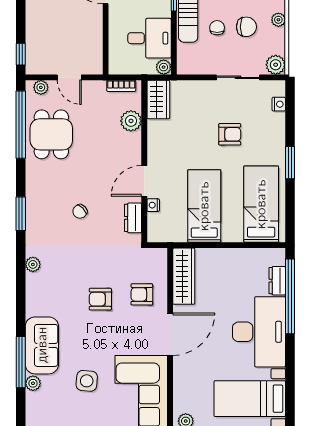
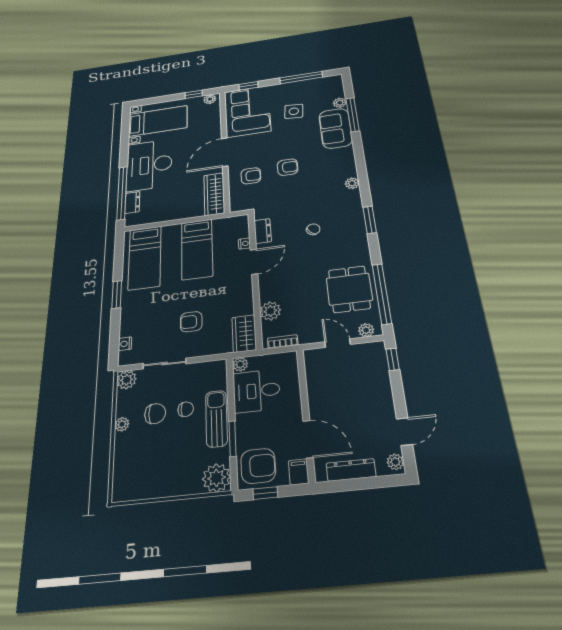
chair: (246, 27) -> (155, 414), turned 180
chair: (217, 28) -> (186, 409), turned -90
armchair: (230, 134) -> (191, 322), moved

